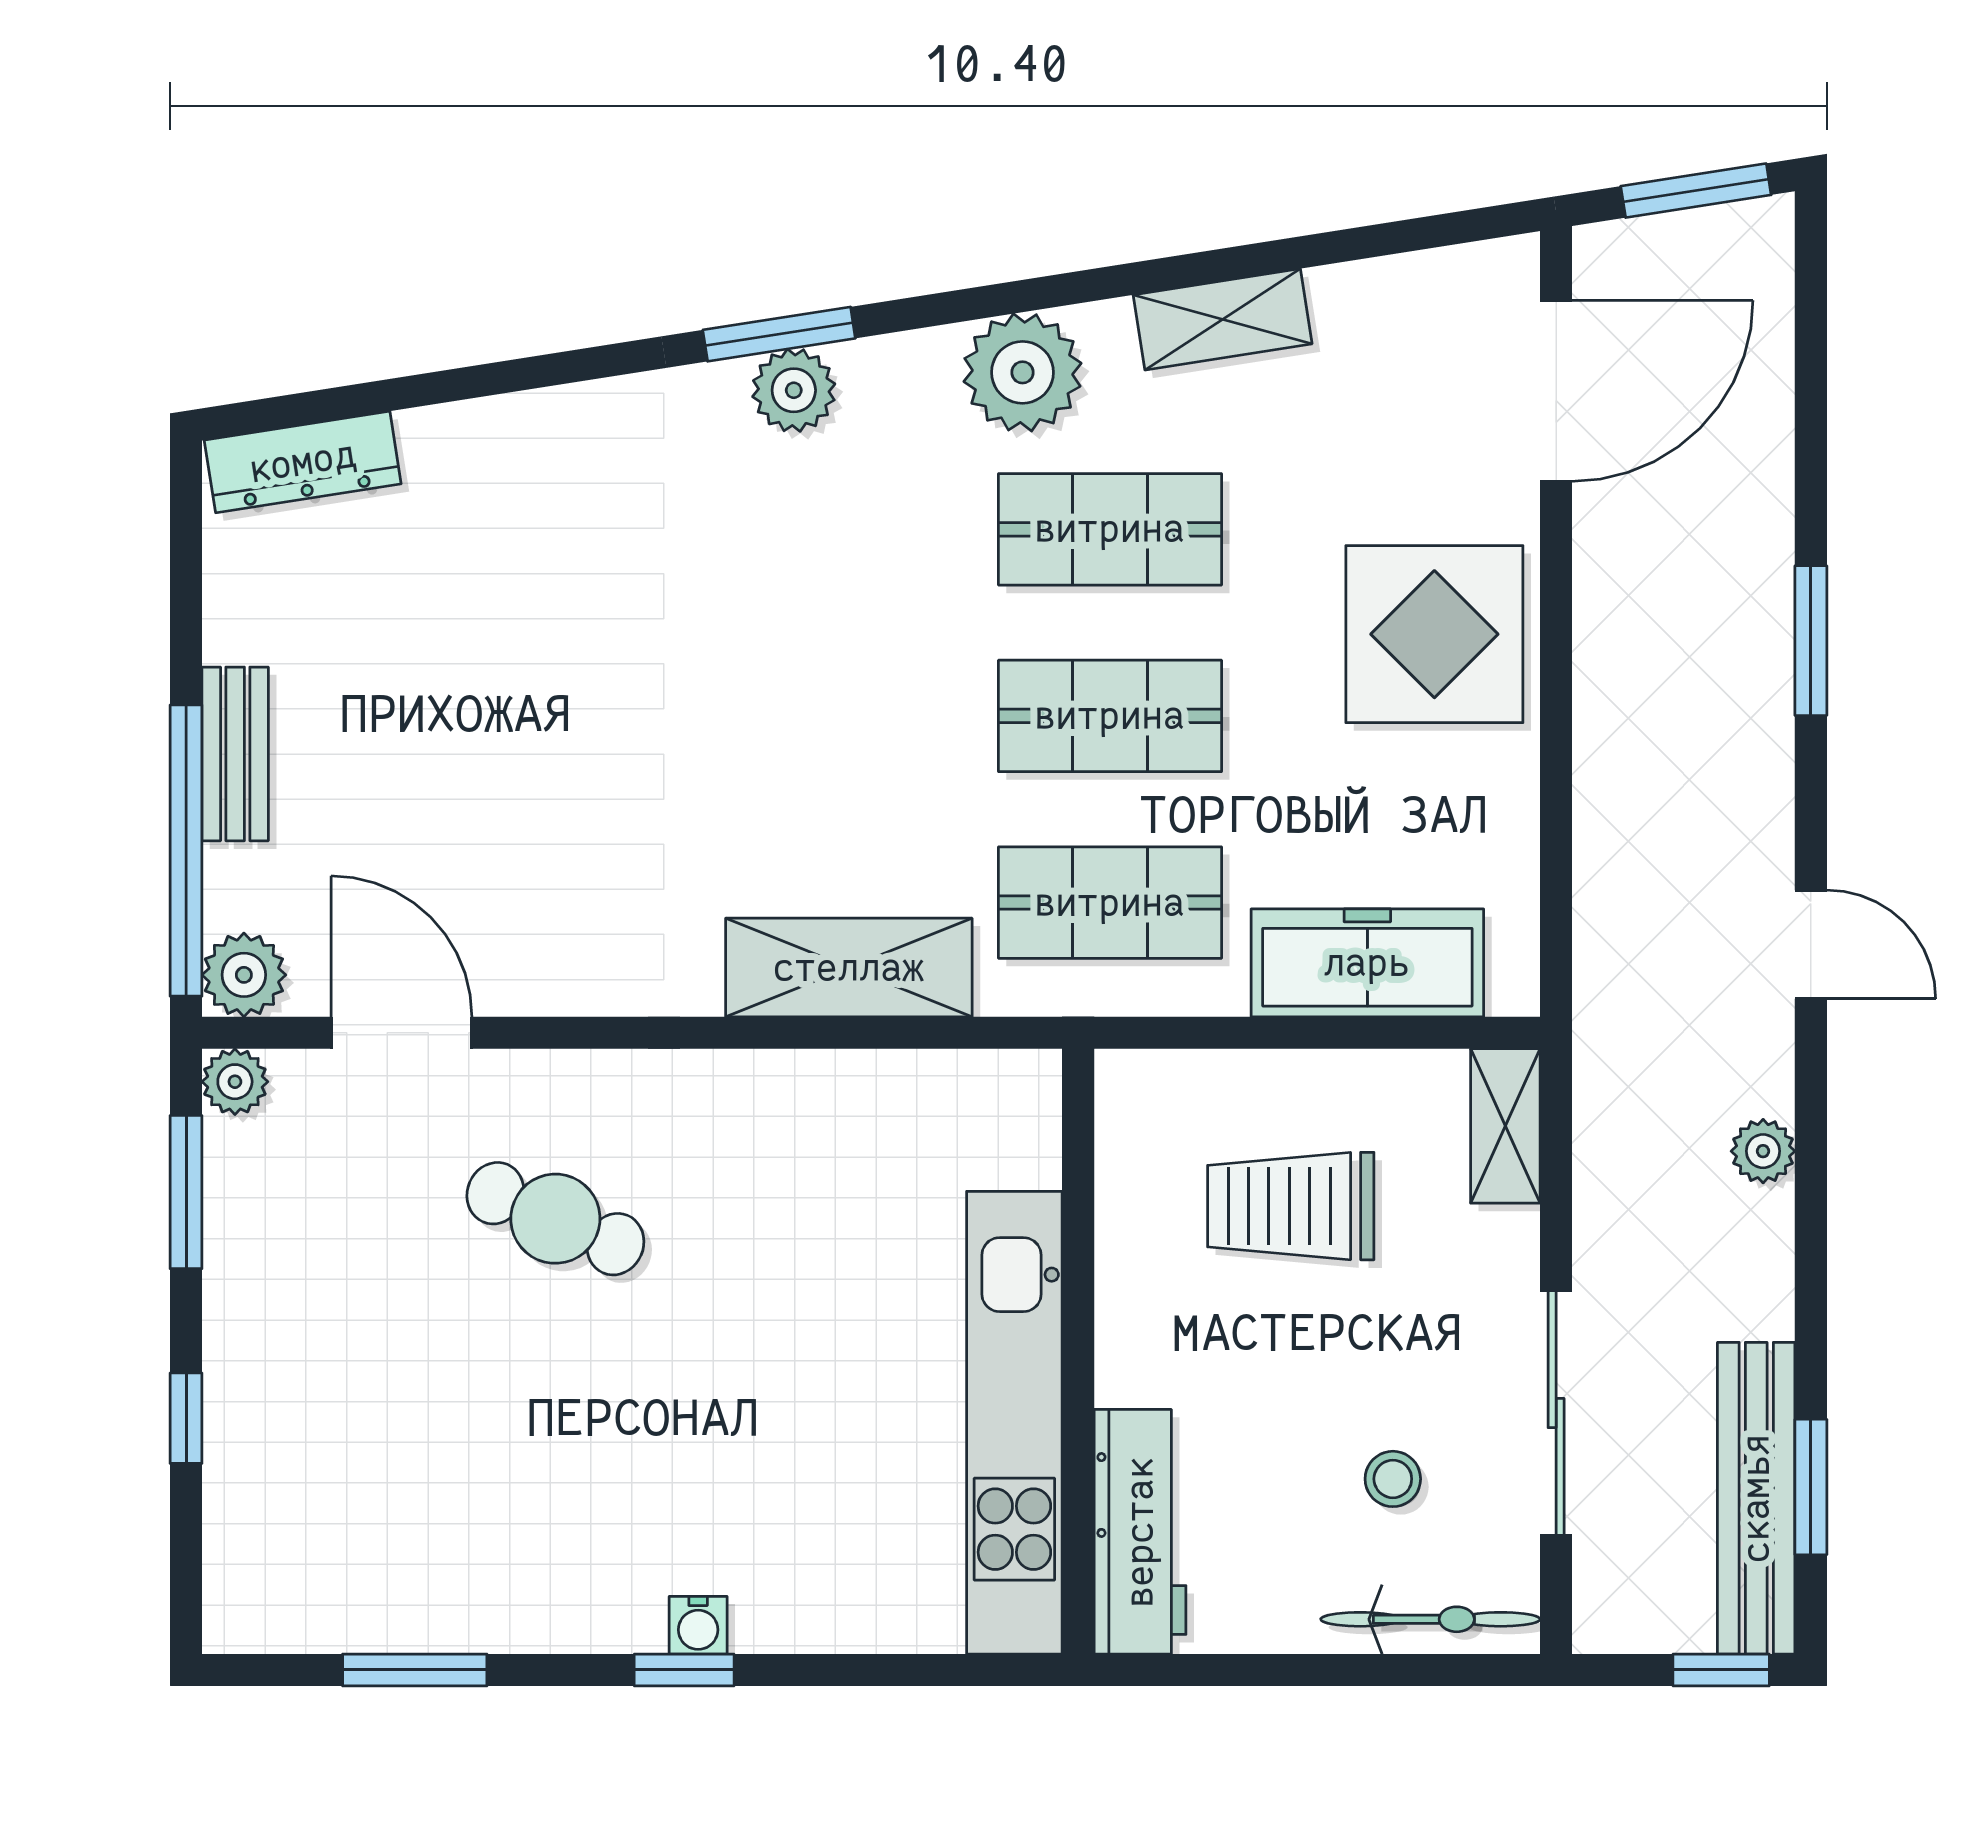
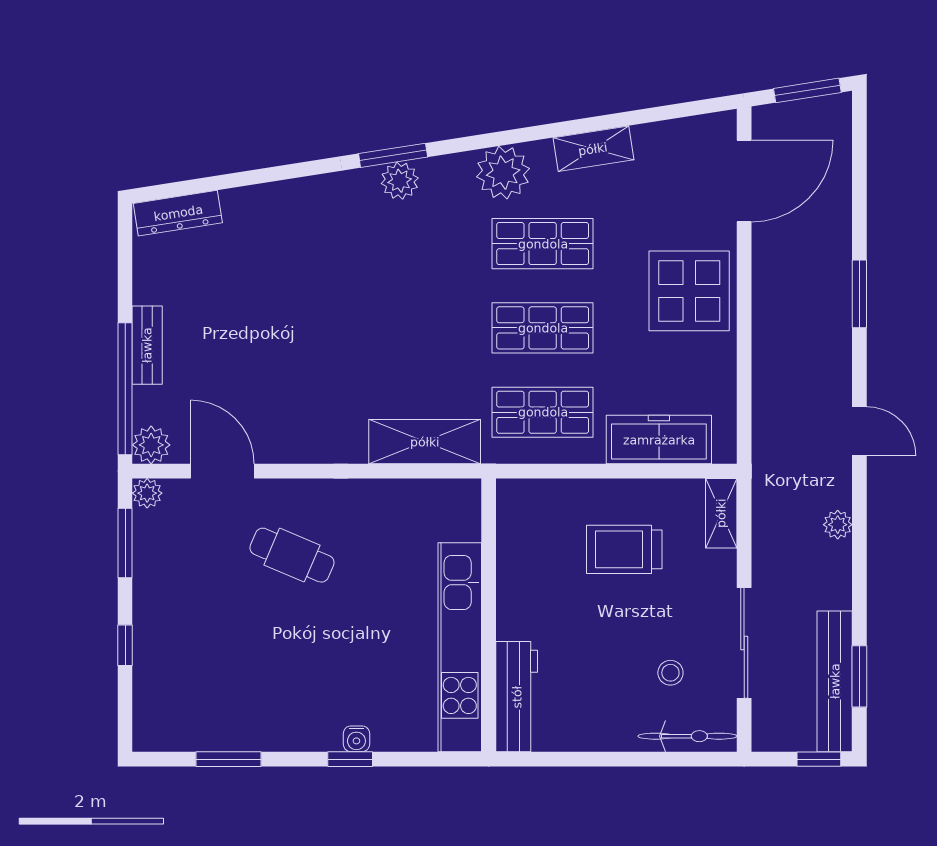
wall: (1078, 1351) -> (489, 615), moved
kitchen unit: (1014, 1423) -> (460, 647), moved
workbench: (1140, 1532) -> (517, 697), moved

